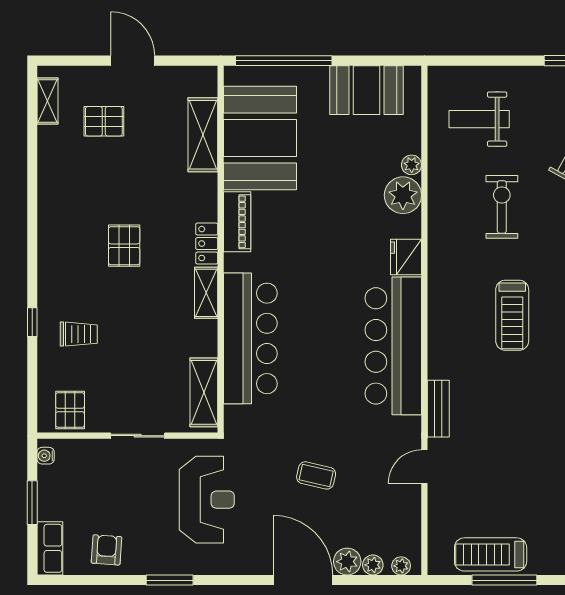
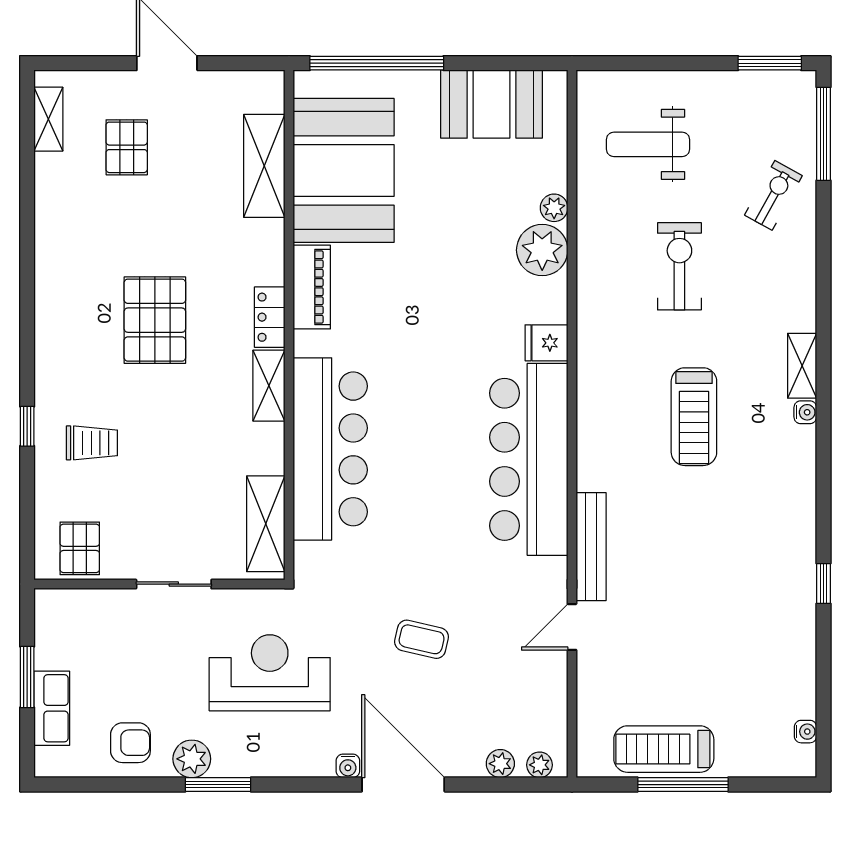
pallet: (104, 121) -> (127, 147), turned 90
pallet: (124, 246) -> (155, 320), width x1.50, depth x1.42
fridge: (406, 257) -> (546, 343), width x0.72
bench: (438, 409) -> (591, 547), width x1.36
water cooler: (46, 456) -> (348, 766), moved, turned -90
reception desk: (207, 500) -> (270, 673), turned -90
row of seats: (50, 548) -> (52, 708), moved
armchair: (107, 550) -> (130, 743), turned 86
plant: (347, 562) -> (192, 759), moved

